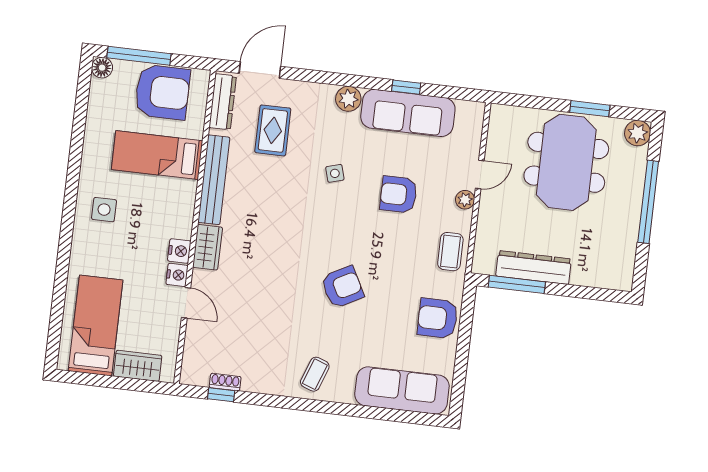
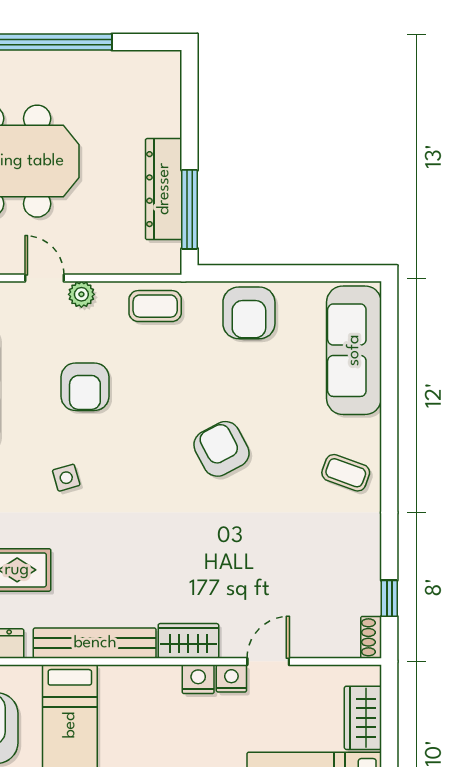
shoe rack: (225, 382) -> (371, 637), moved

